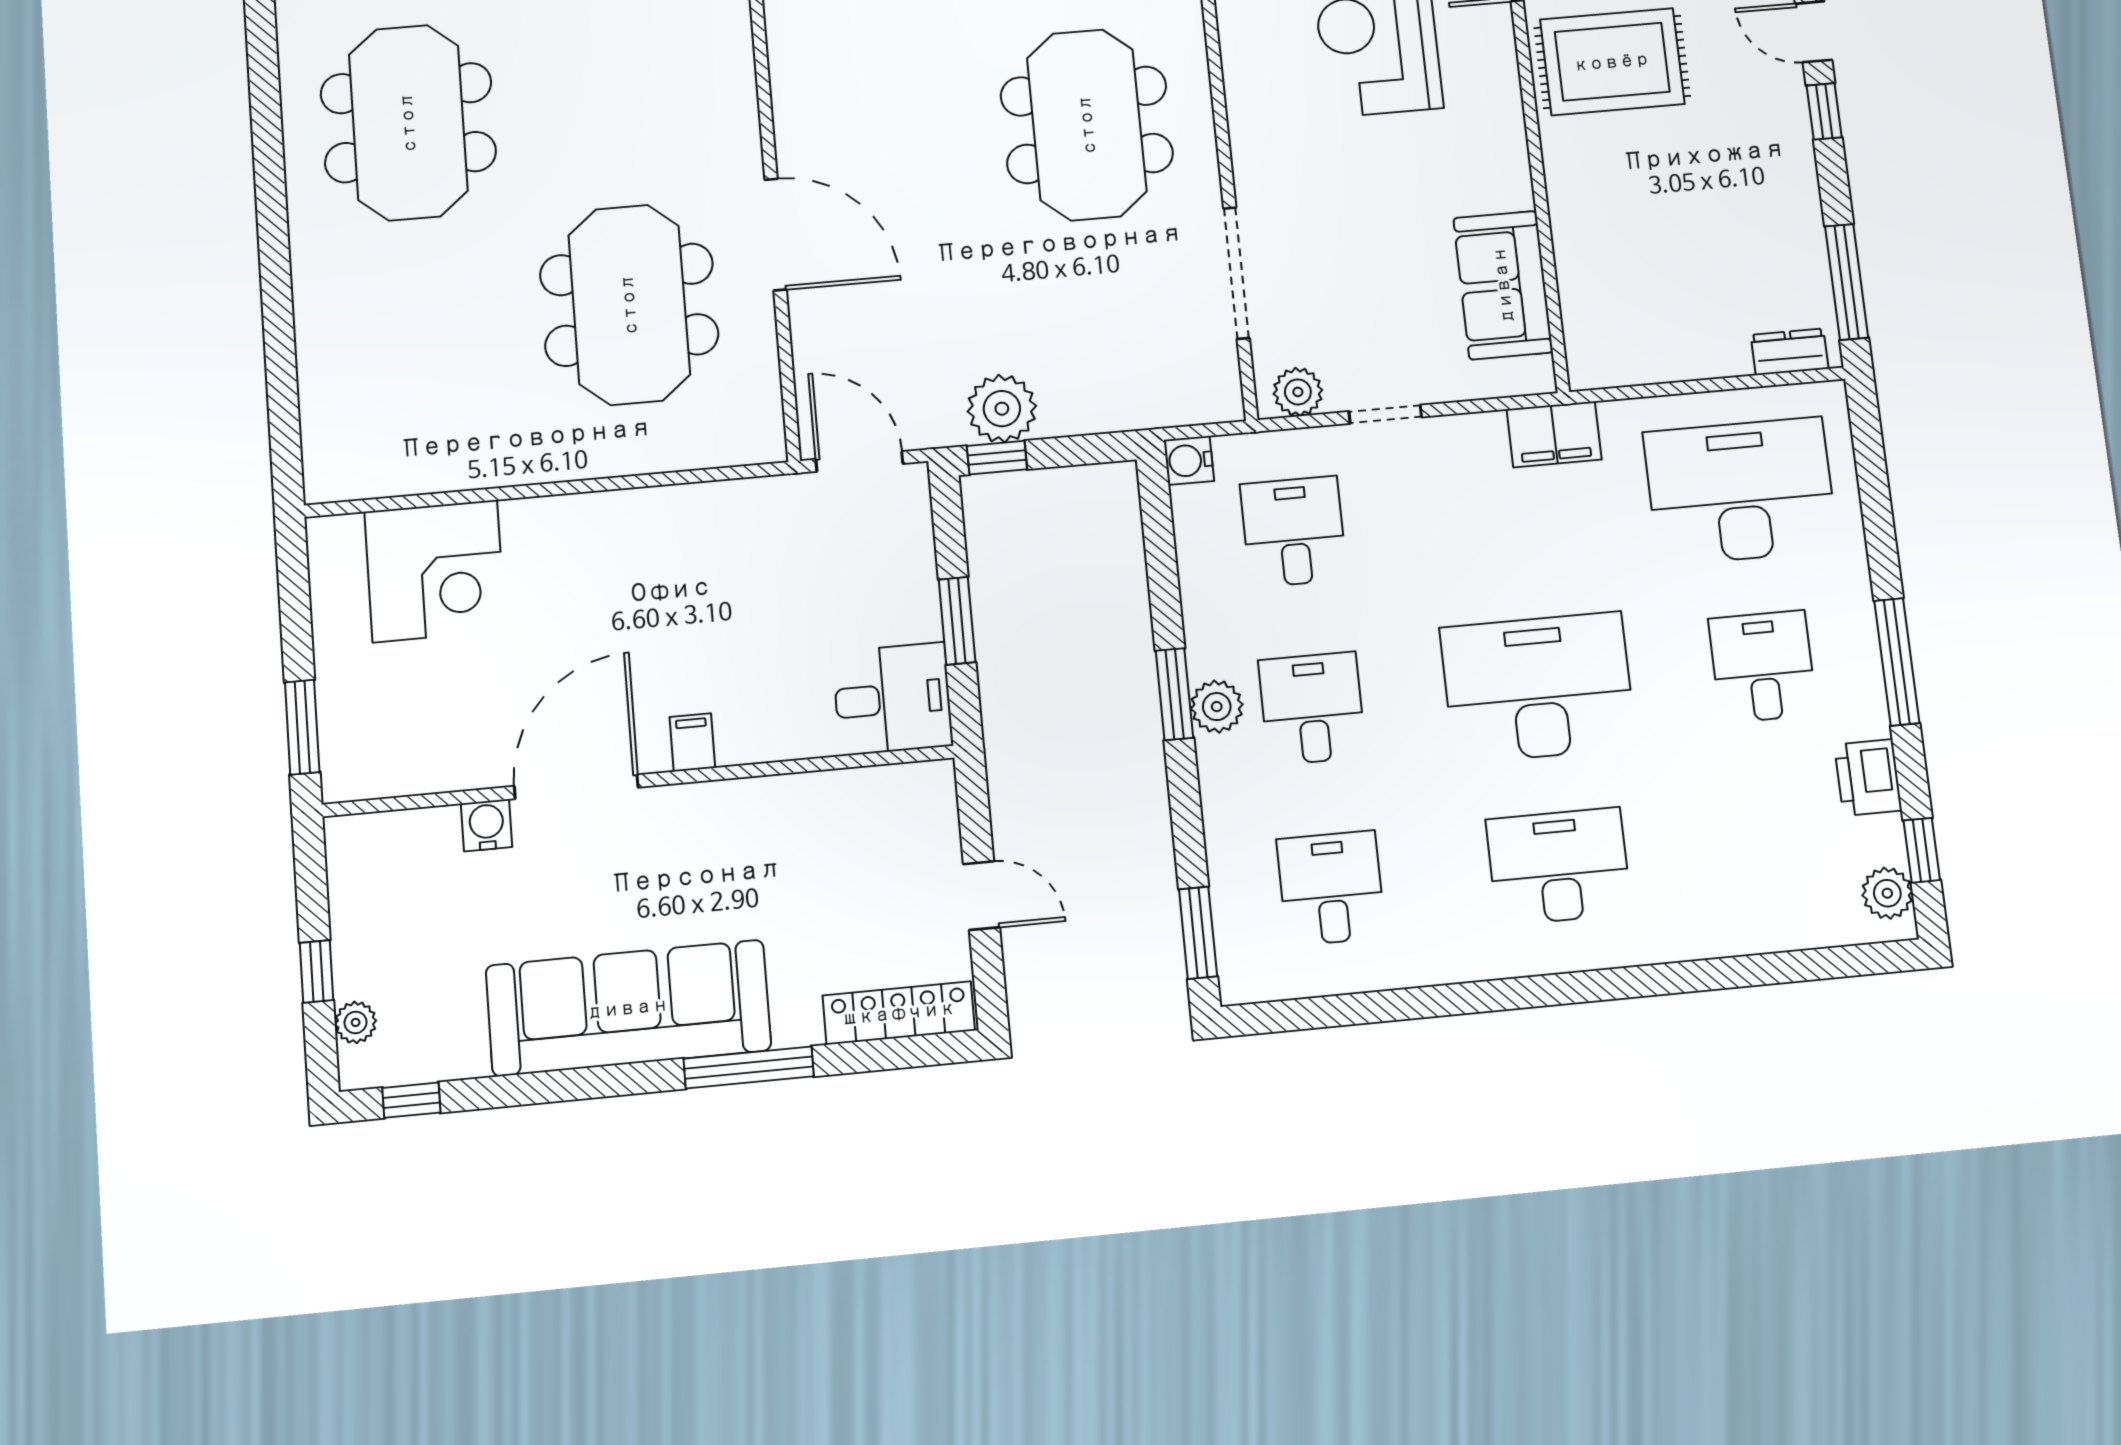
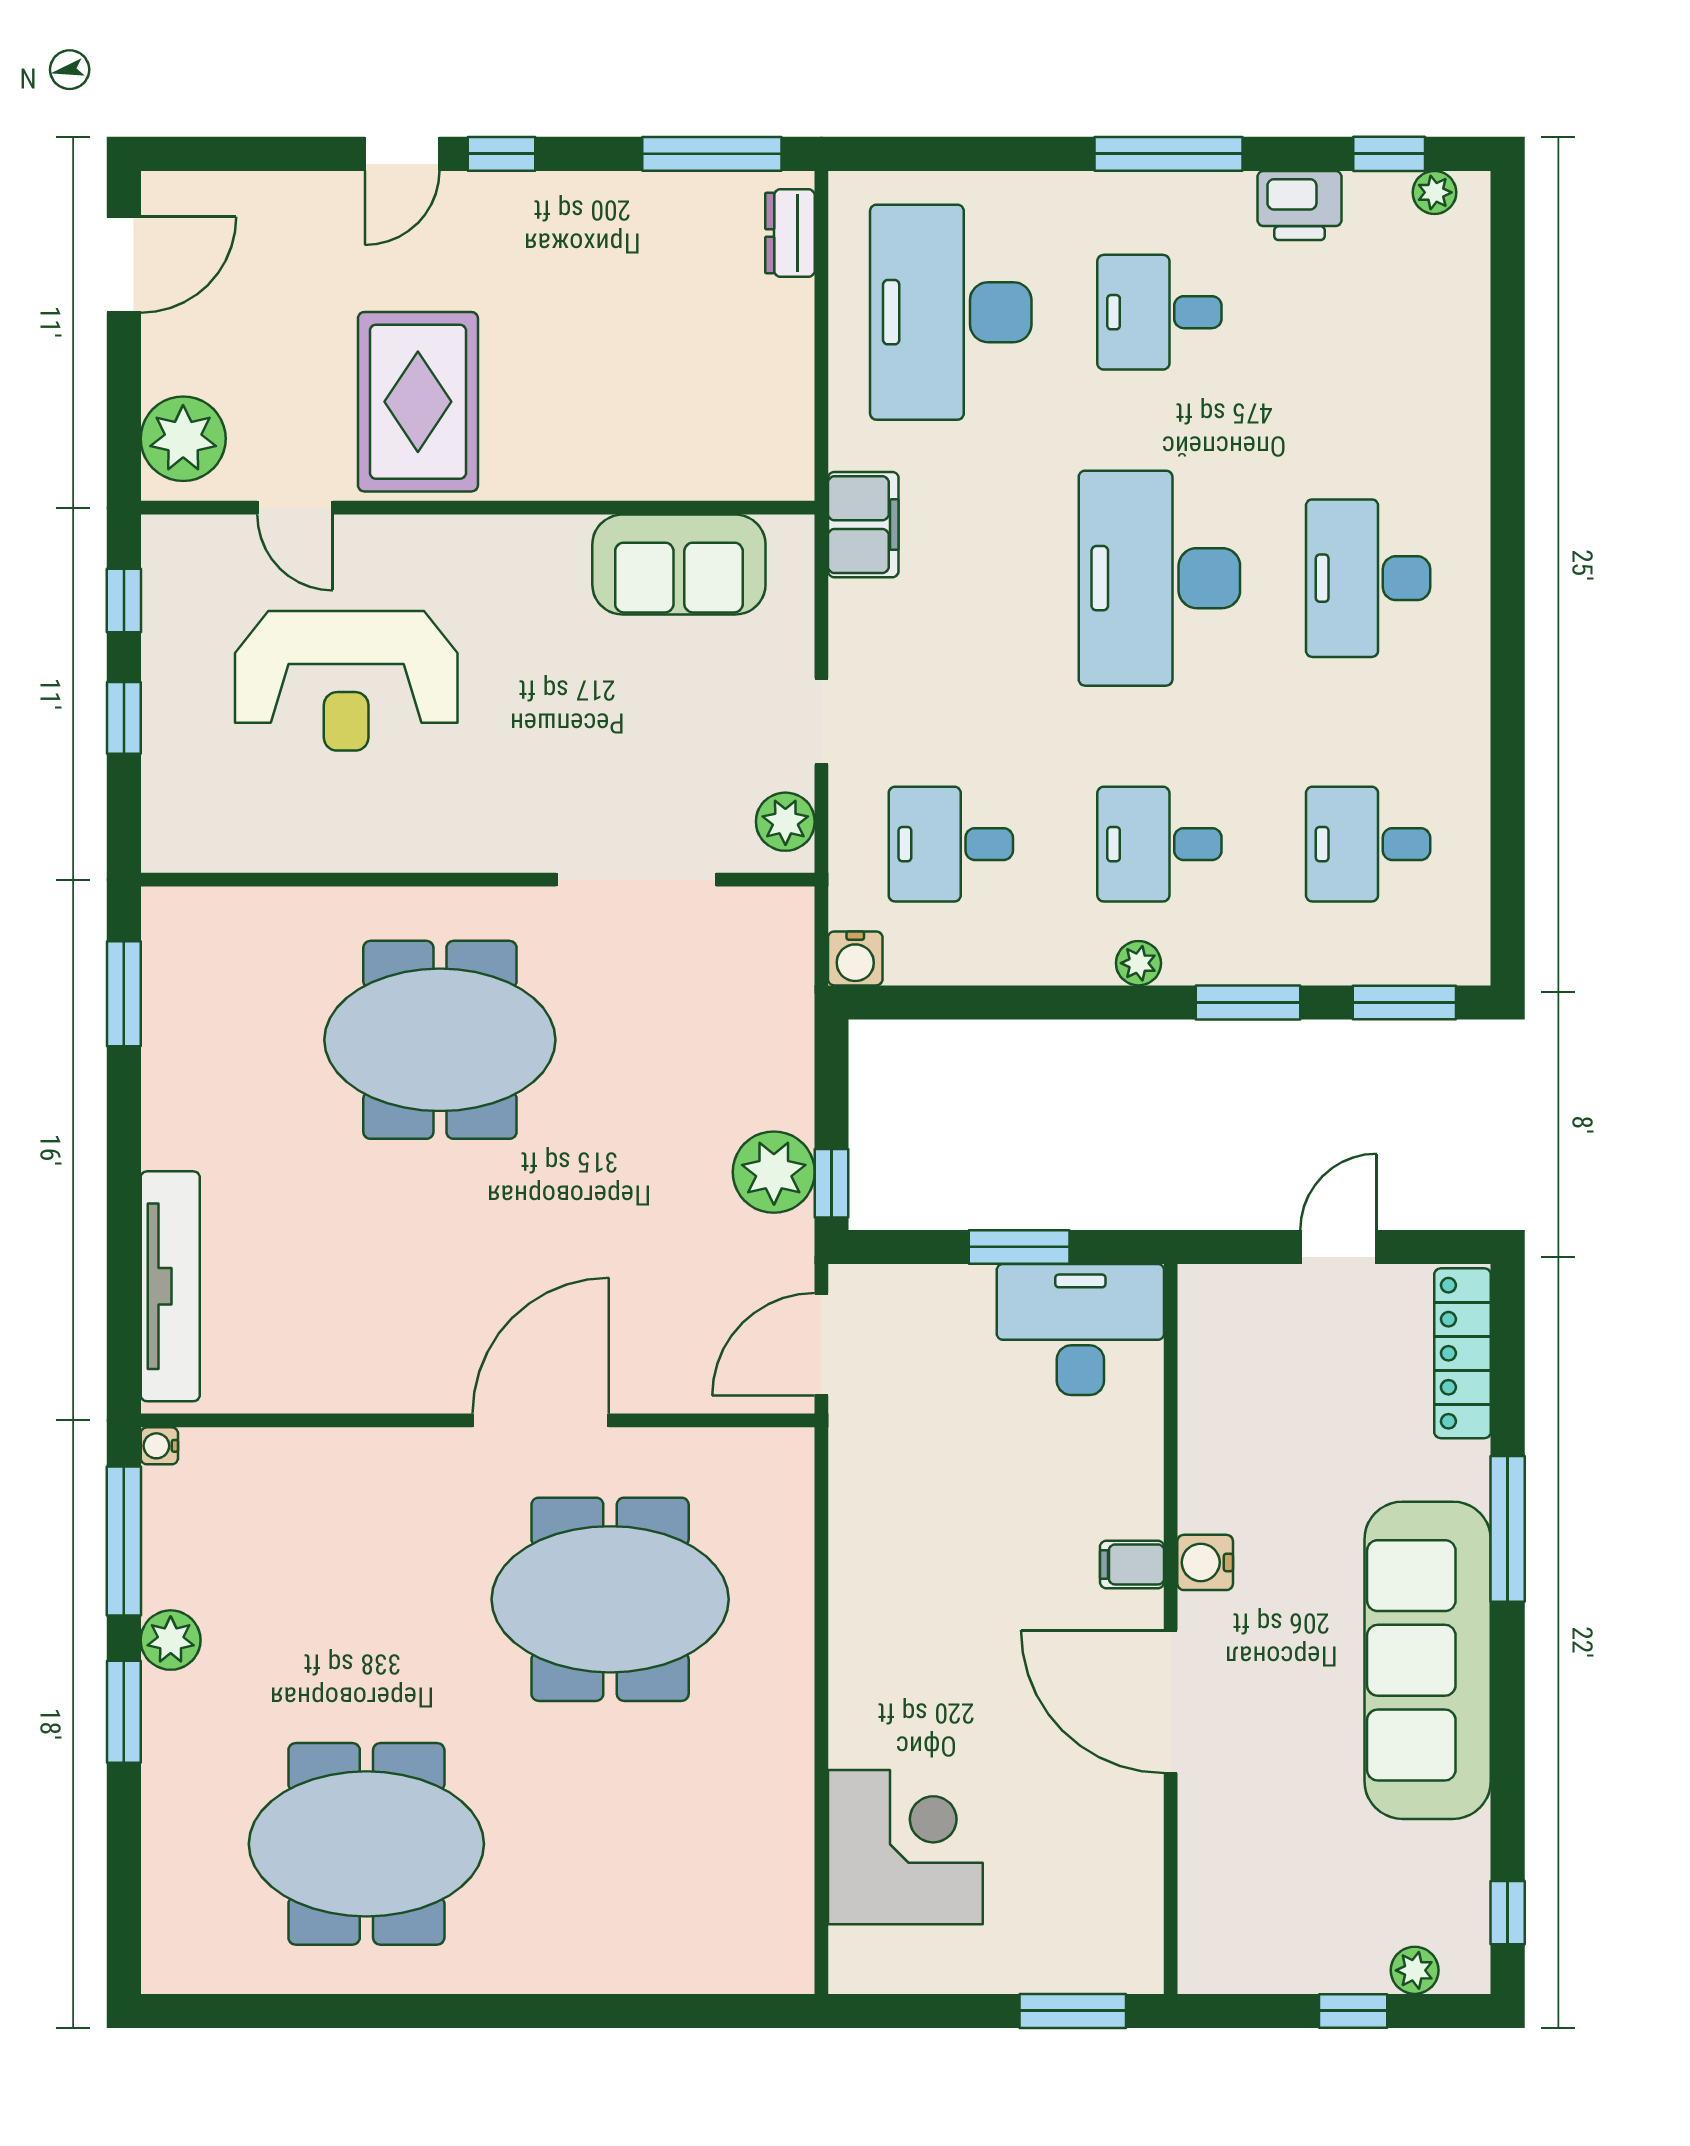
window: (1174, 694) -> (1248, 1002), moved
desk: (893, 699) -> (1080, 1329), width x1.37
plant: (1217, 707) -> (1138, 963), width x0.73, depth x0.73
water cooler: (487, 825) -> (1205, 1562), moved
plant: (1887, 893) -> (1434, 192), width x0.73, depth x0.73

